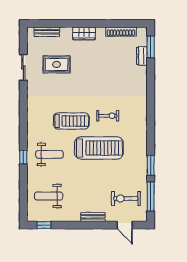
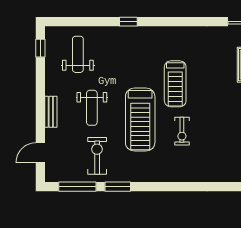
weight bench: (49, 154) -> (92, 108), moved
exercise bike: (126, 199) -> (97, 156), moved

